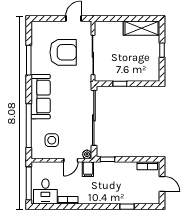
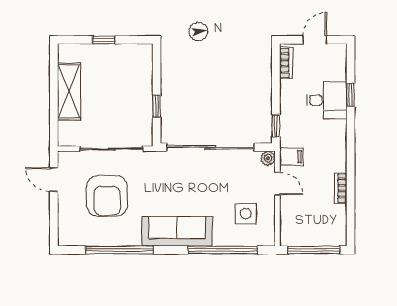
shelving: (141, 28) -> (69, 91), moved
armchair: (63, 52) -> (107, 196), turned 180
window: (29, 60) -> (119, 250), width x1.46
desk: (45, 192) -> (327, 100), moved

